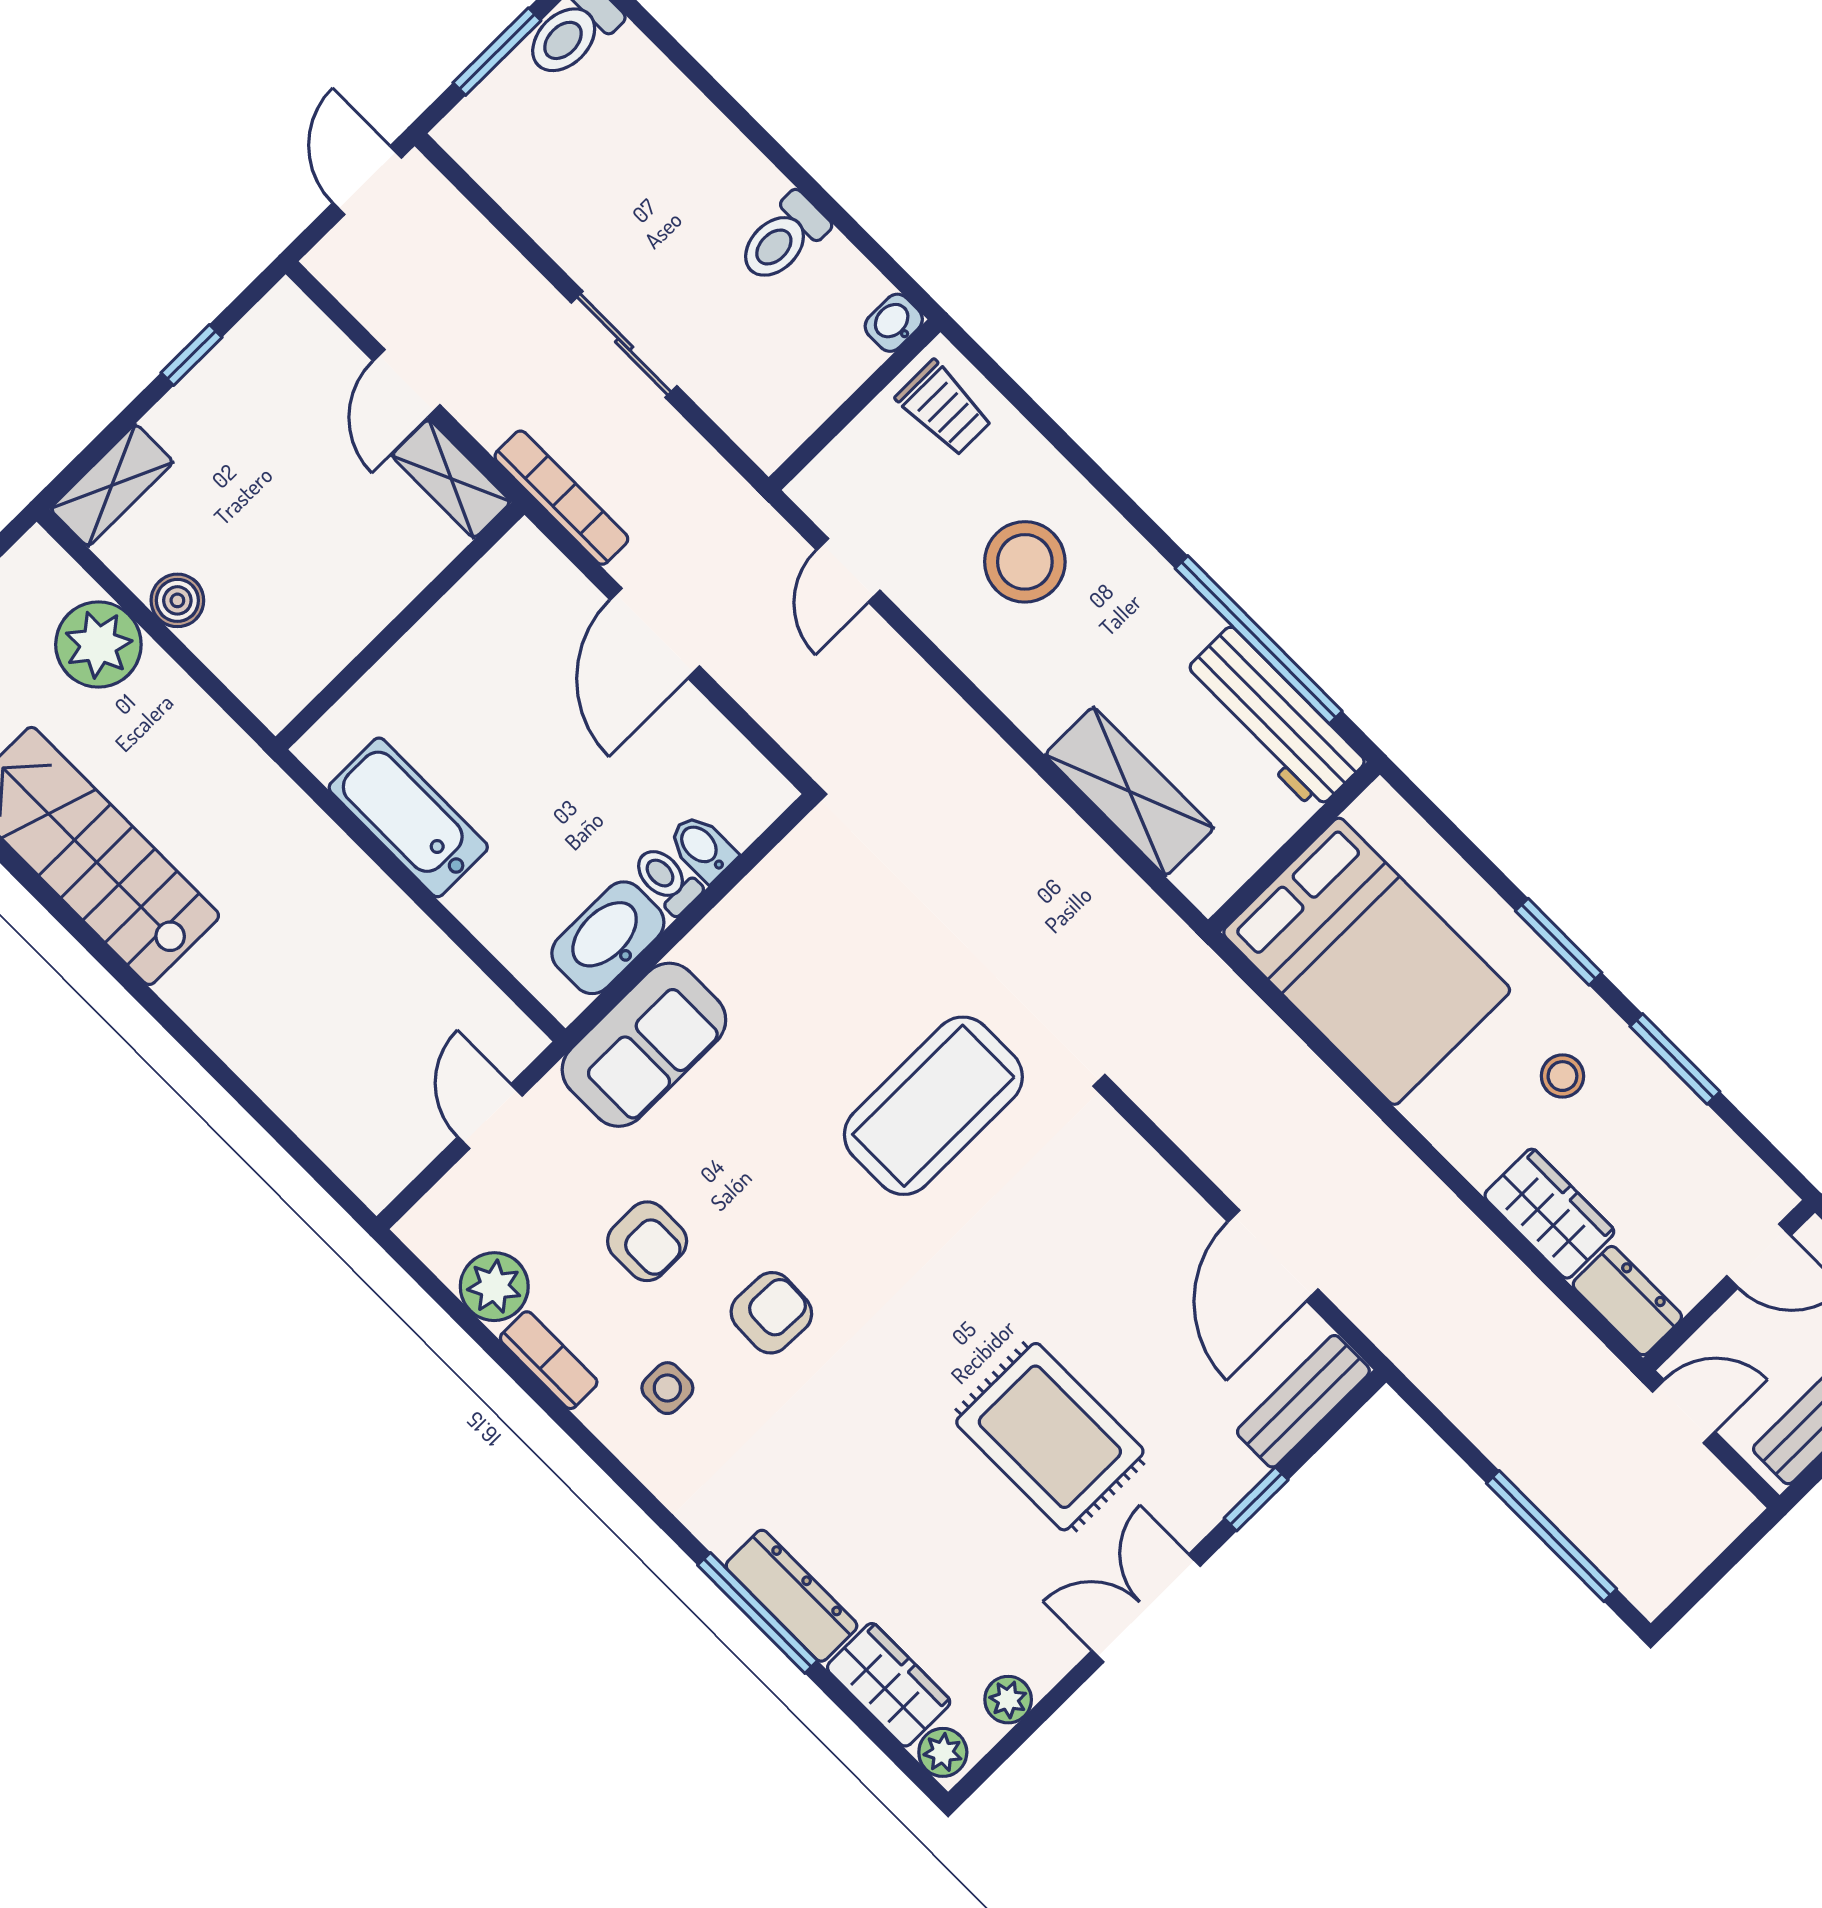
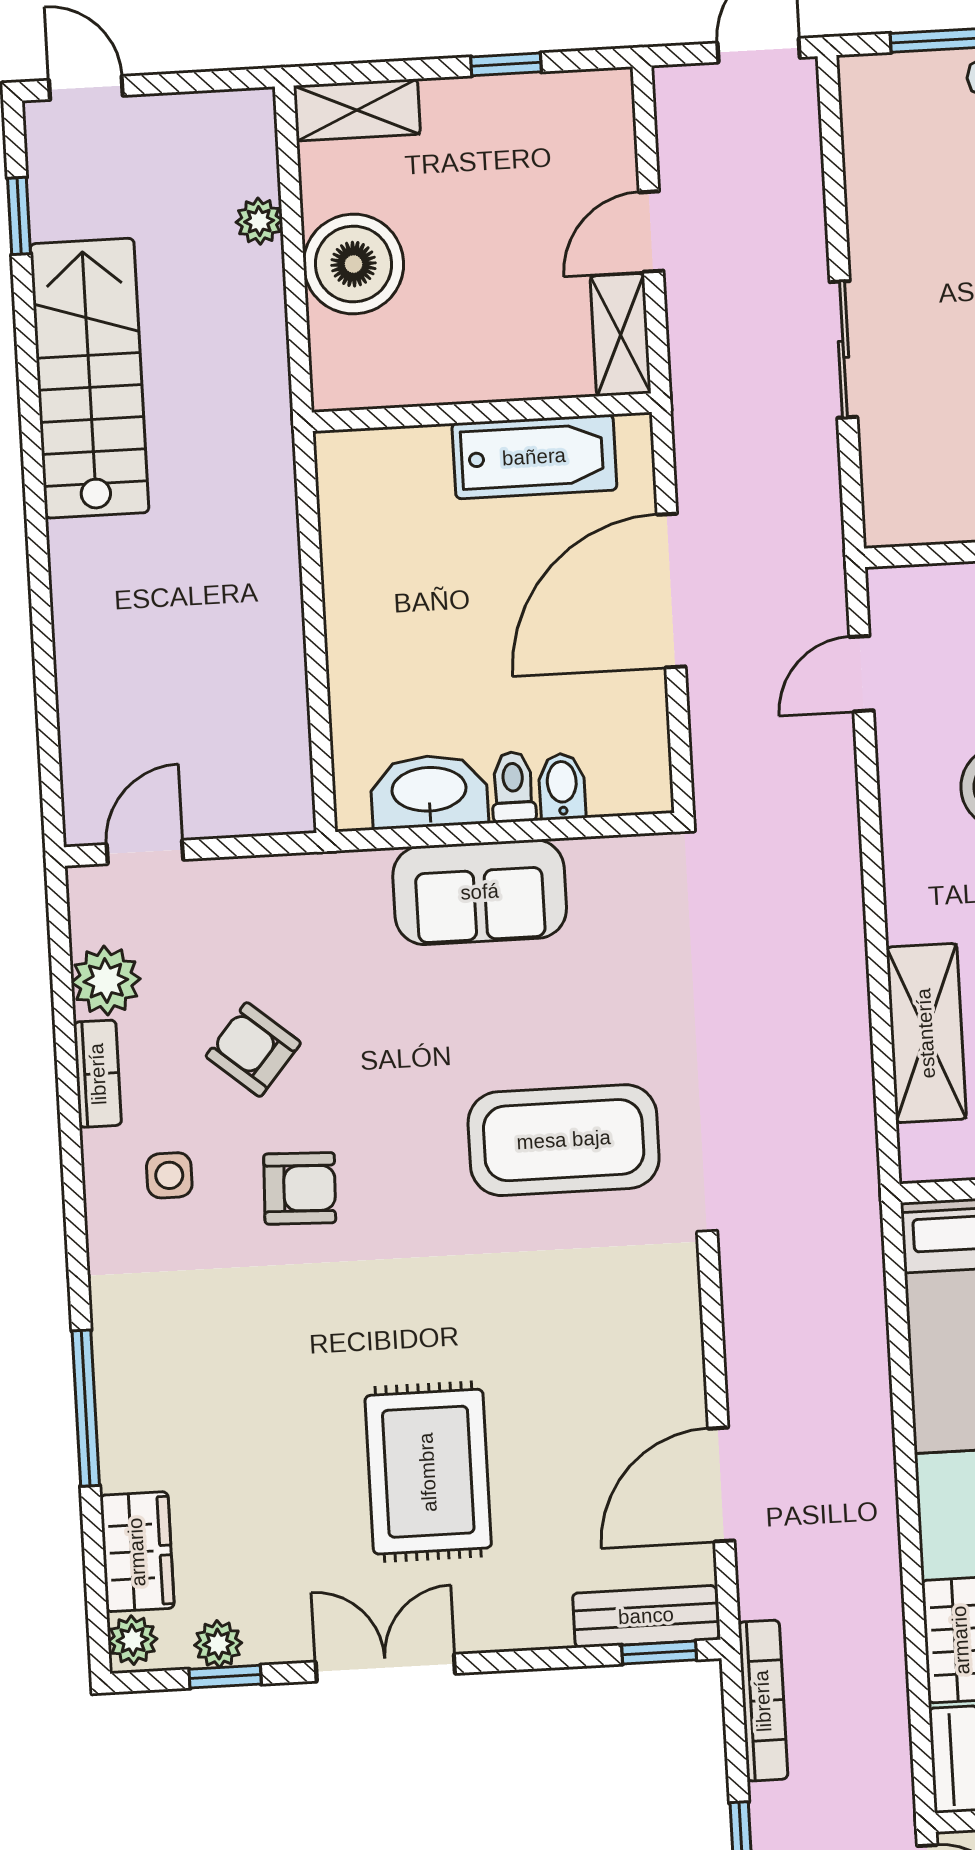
bookcase: (561, 498) -> (763, 1701), moved
boiler: (177, 600) -> (353, 264), width x1.86, depth x1.86
door: (655, 633) -> (671, 591), width x1.36
plant: (98, 645) -> (259, 221), width x0.53, depth x0.53
bathtub: (408, 817) -> (534, 457), moved, turned 90
sofa: (644, 1045) -> (480, 892), moved
door: (490, 1116) -> (145, 852), moved
armchair: (647, 1241) -> (253, 1050), turned 130
window: (1256, 1499) -> (659, 1652), moved
dresser: (792, 1596) -> (123, 1418), removed
window: (1034, 1719) -> (225, 1677), added

